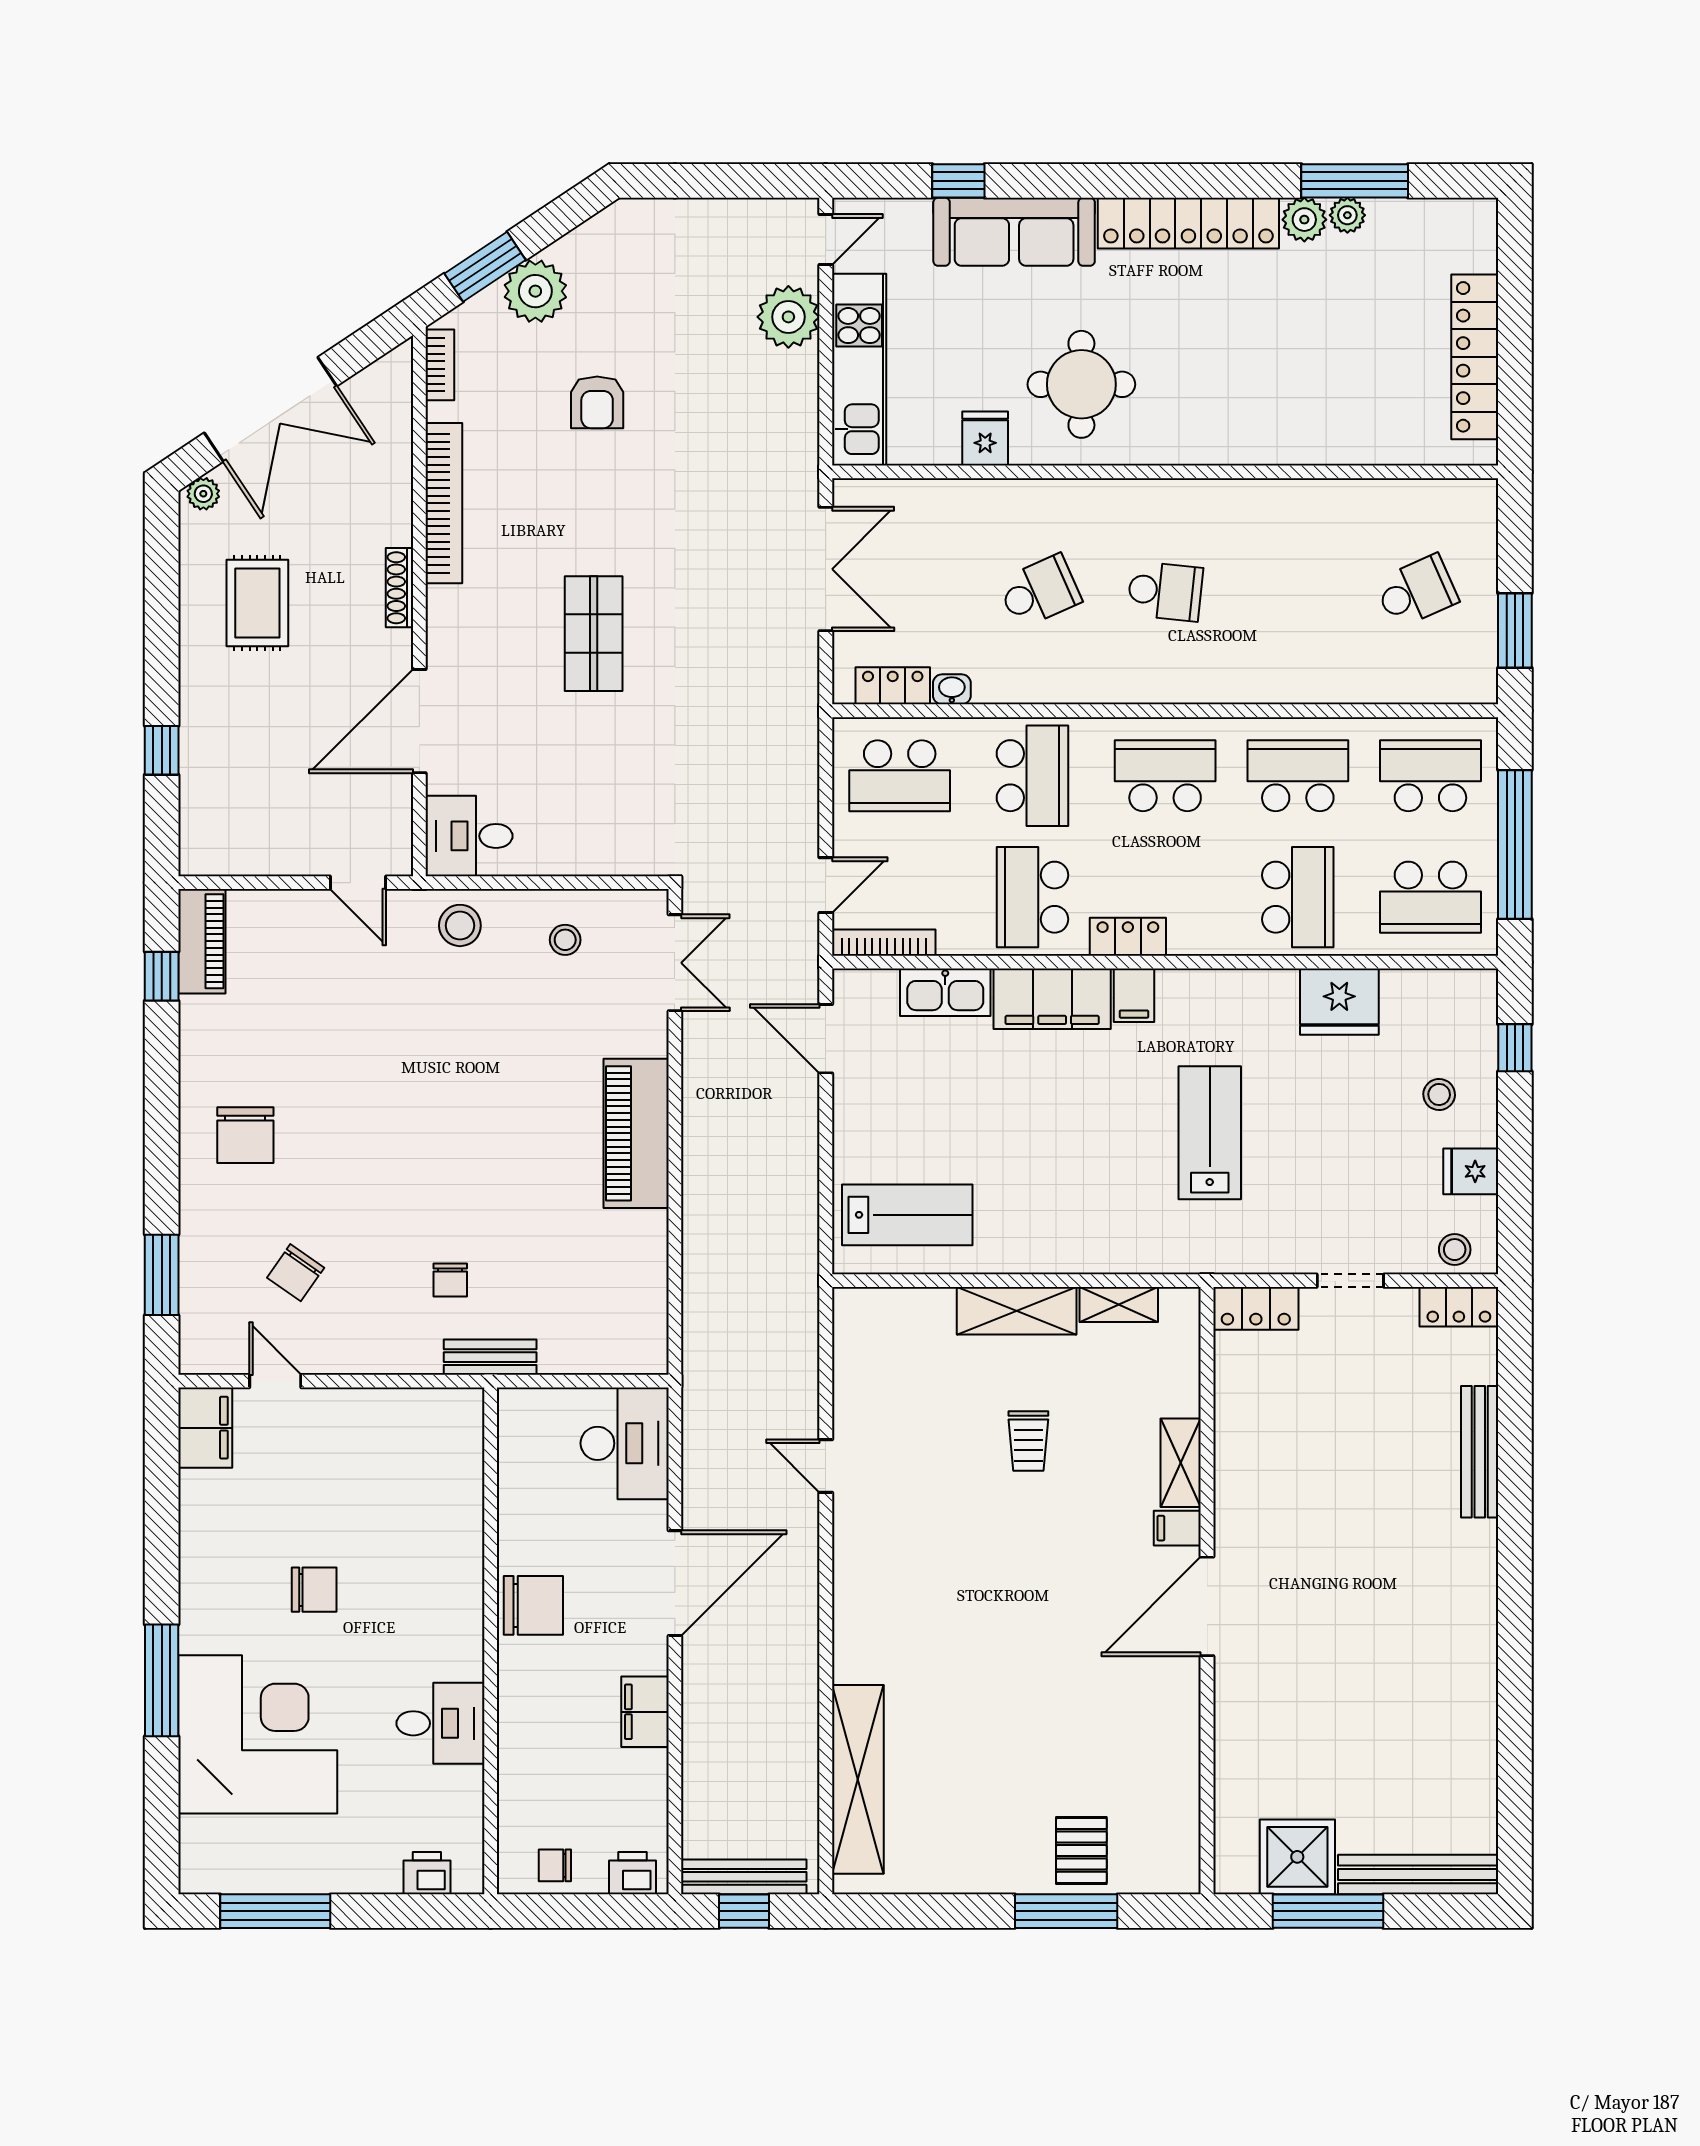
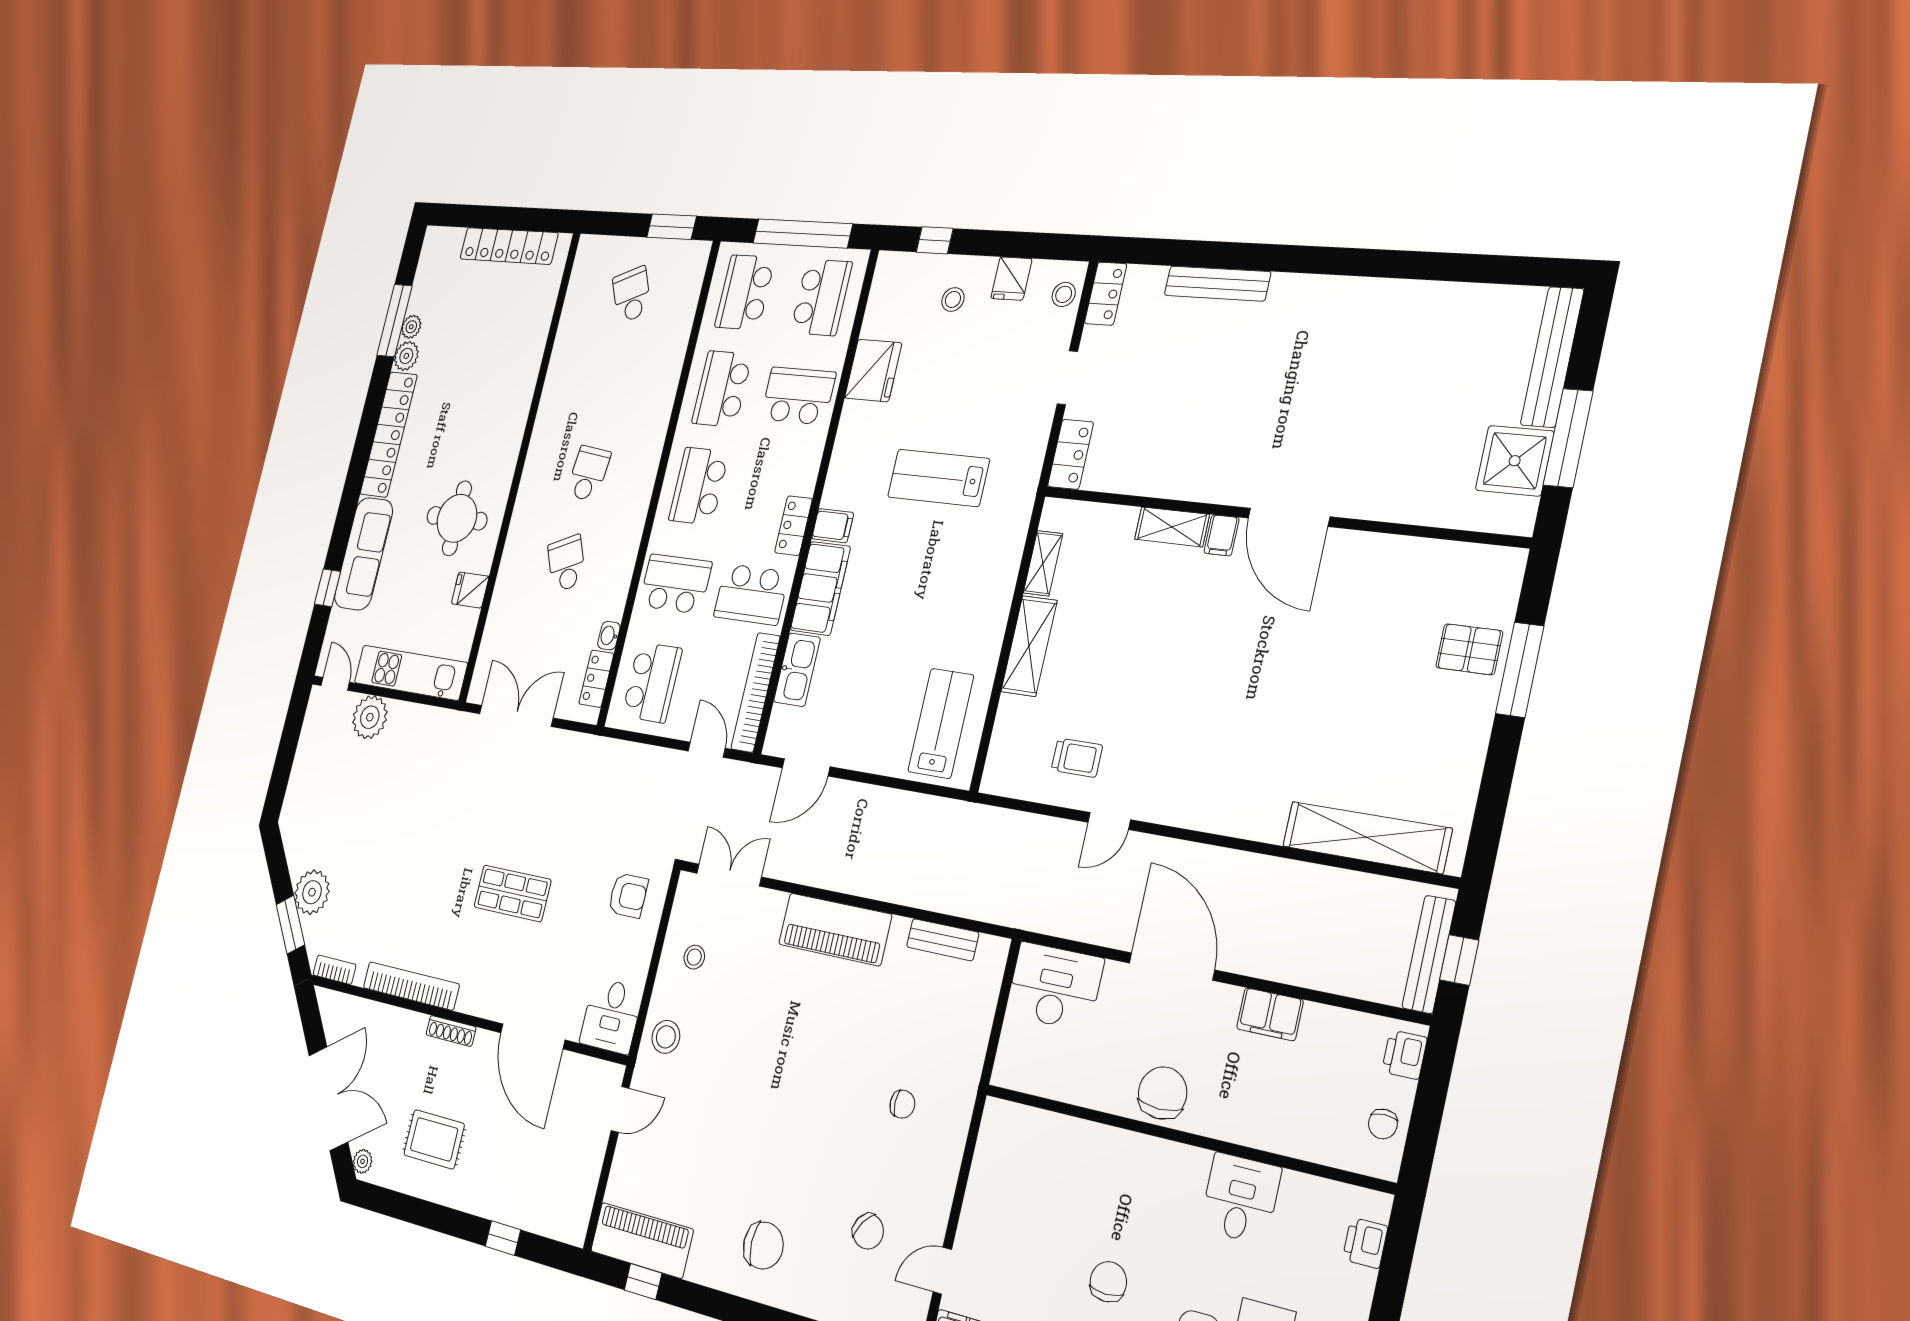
armchair: (597, 402) -> (628, 896), moved
piano: (202, 941) -> (642, 1240), width x1.37, depth x1.33
bookcase: (884, 943) -> (756, 692), width x1.48, depth x1.31
bench: (490, 1357) -> (943, 940), moved, turned 90
trolley: (1028, 1441) -> (1077, 758), moved

